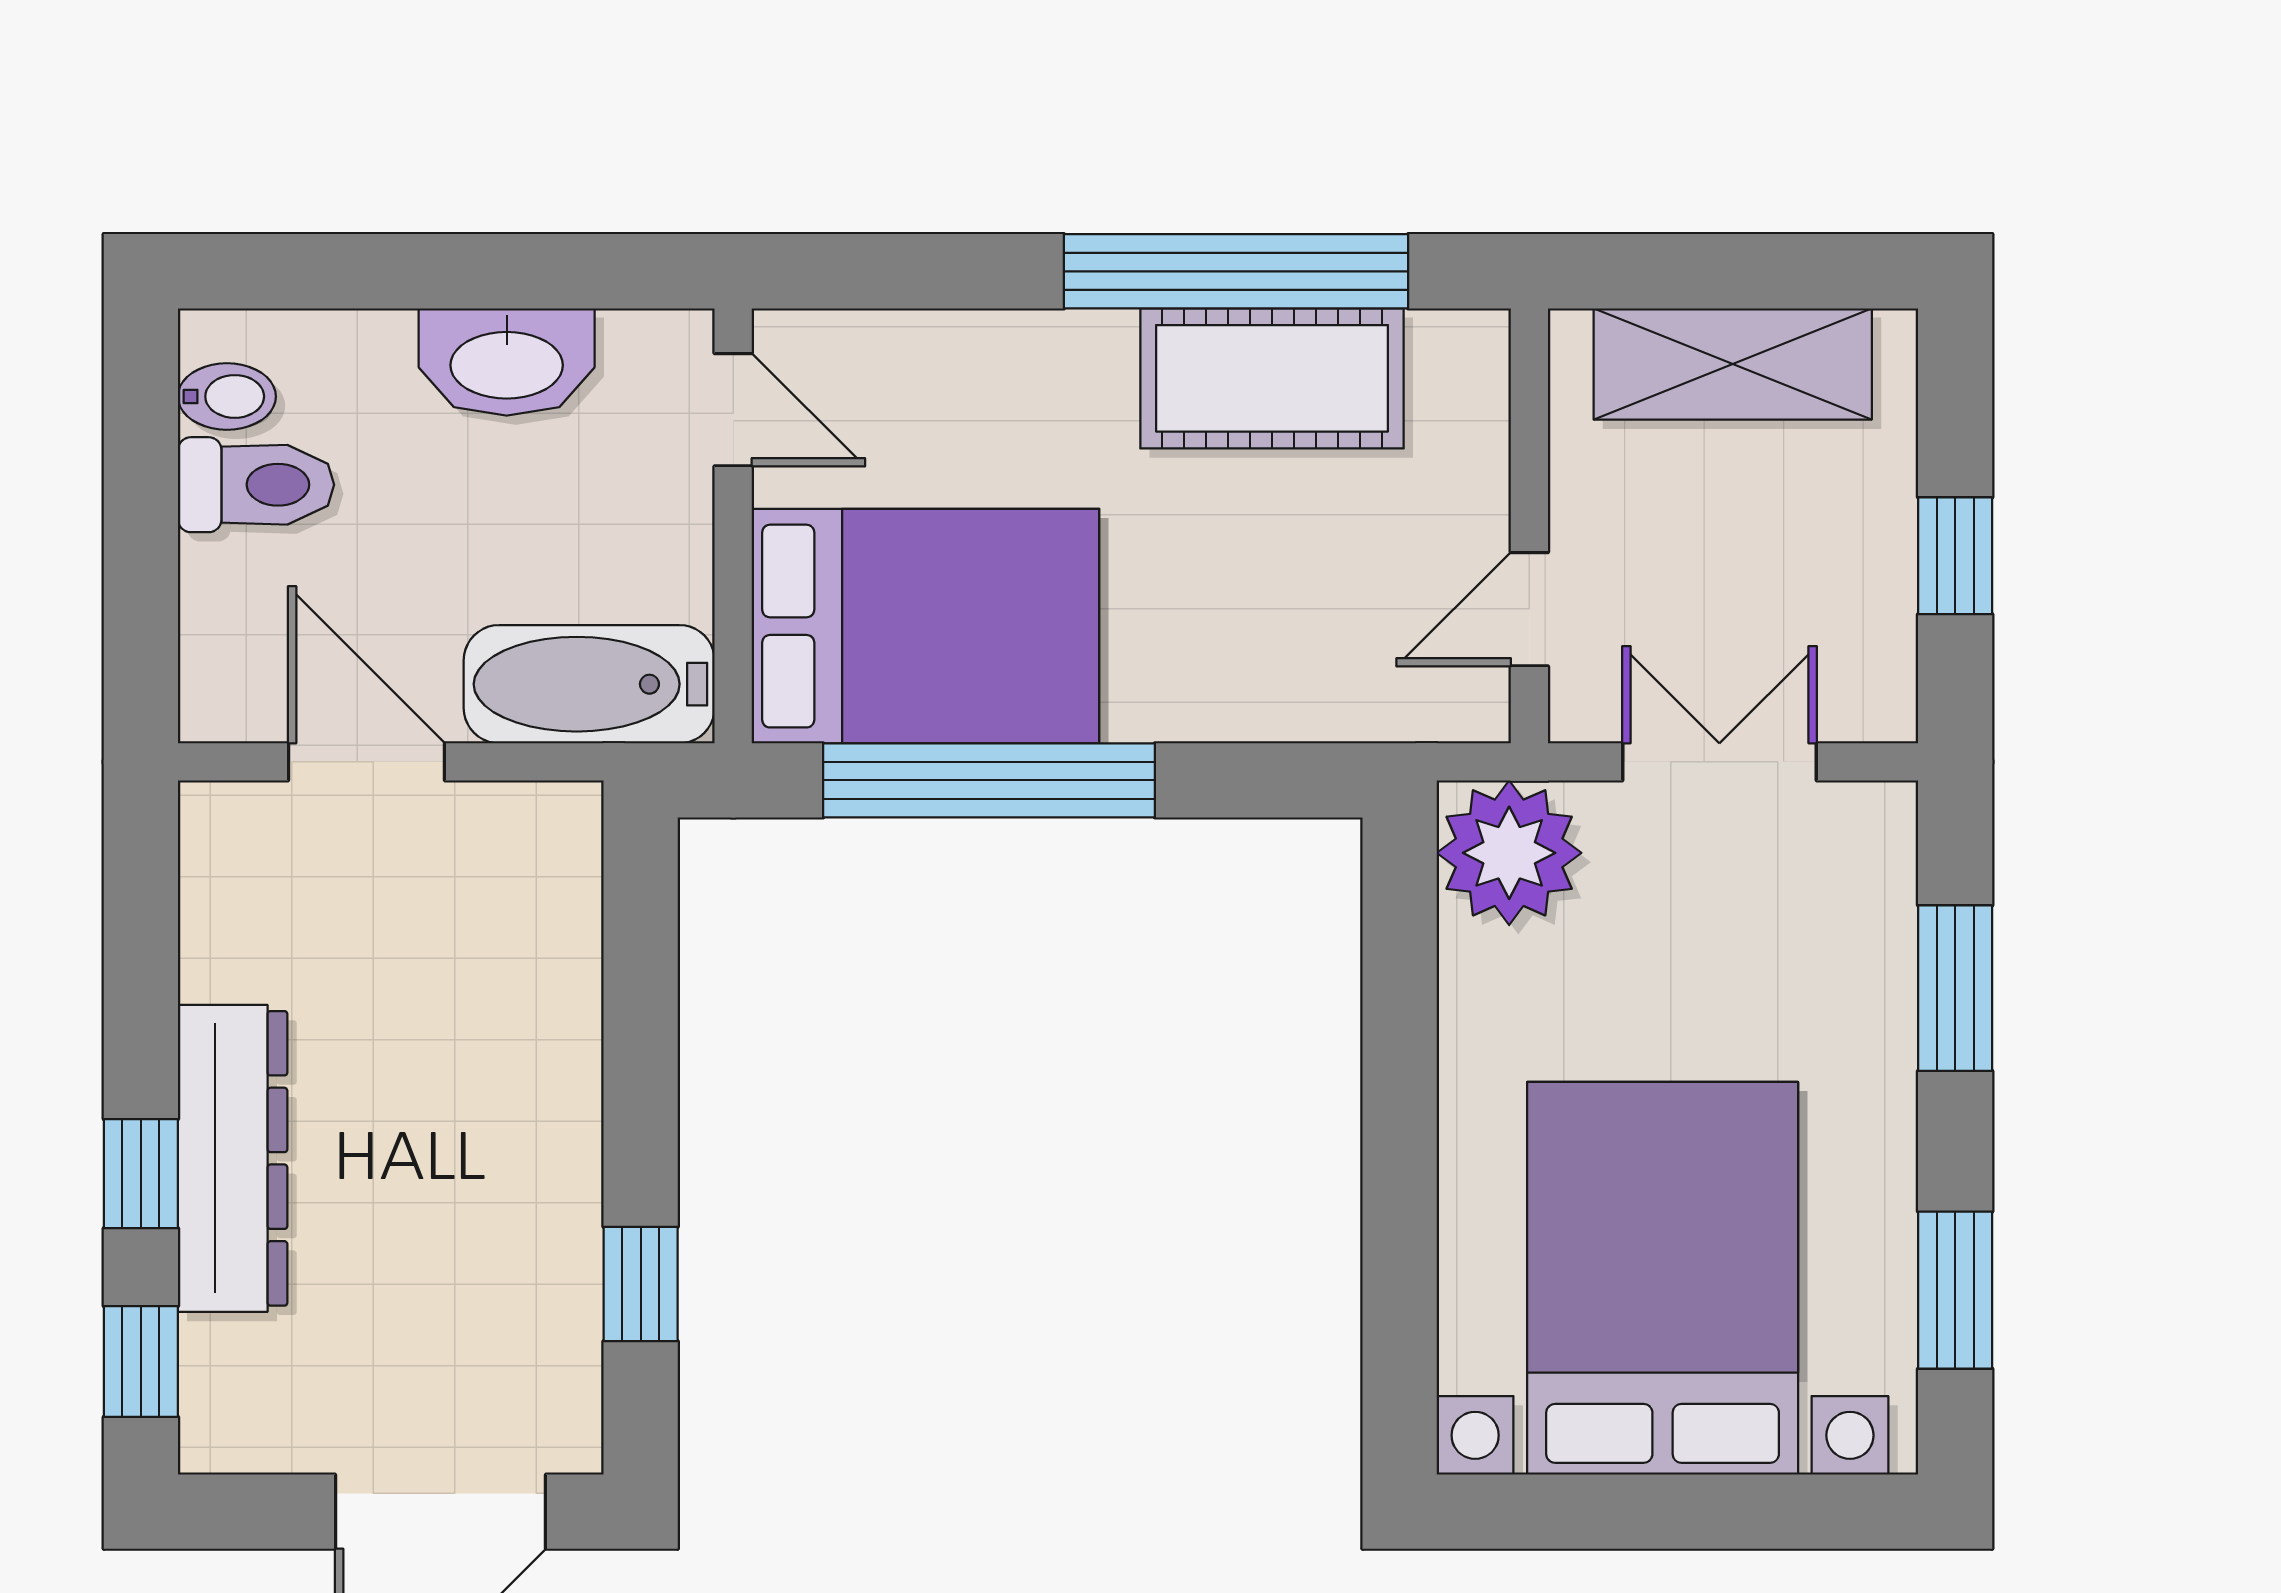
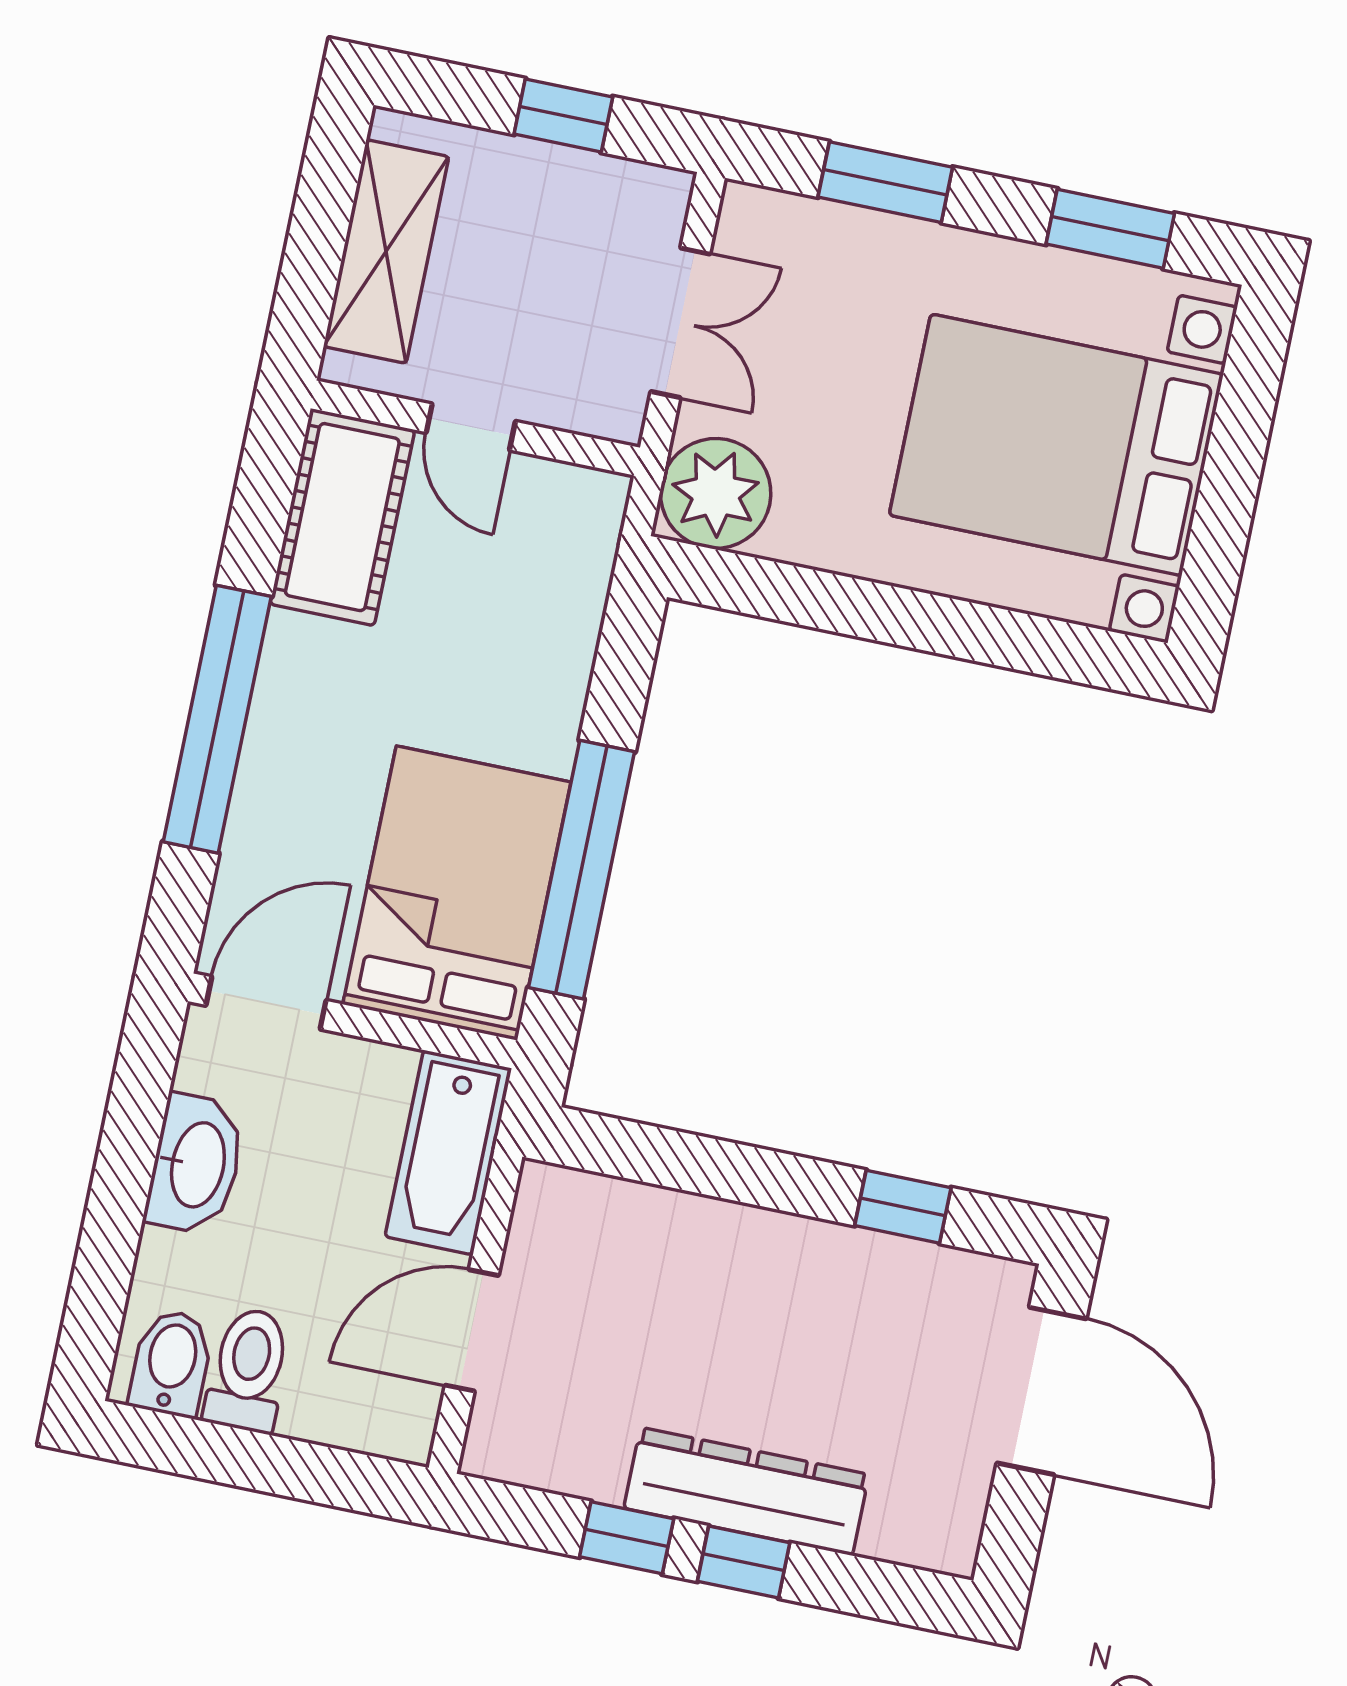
window: (1236, 271) -> (217, 719), moved
cot: (1272, 378) -> (342, 517), moved
bidet: (227, 396) -> (171, 1363), width x1.38, depth x1.36
door: (733, 410) -> (266, 1003), width x1.38
door: (1529, 609) -> (471, 427), moved
double door: (1719, 762) -> (680, 323), swing flipped
window: (141, 1361) -> (627, 1538), moved

